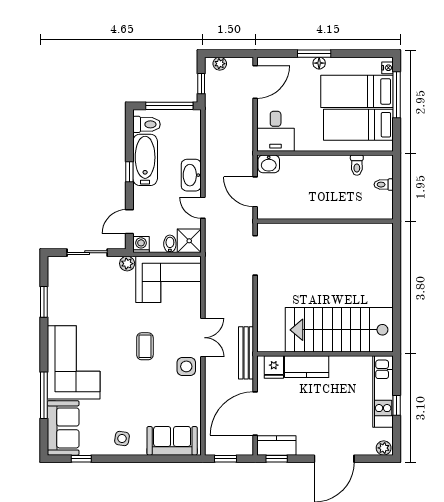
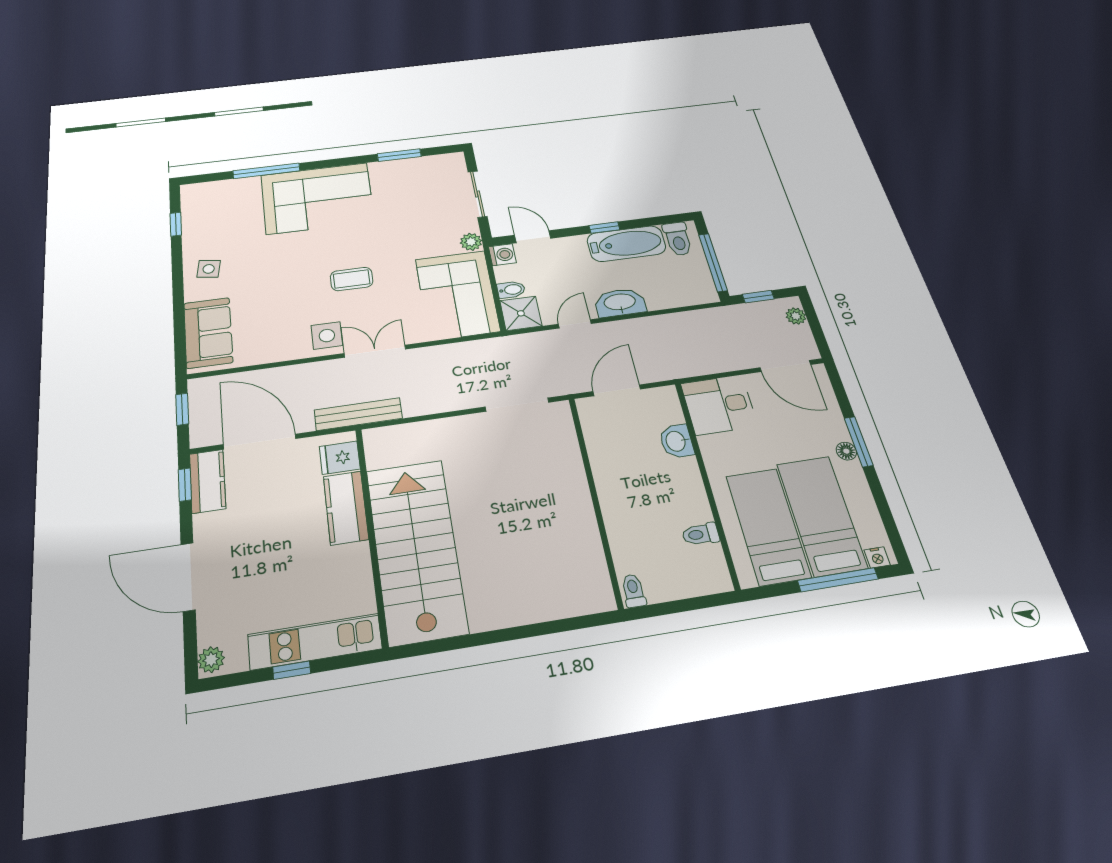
washbasin: (269, 164) -> (676, 441), moved
toilet: (384, 185) -> (633, 591), moved
double door: (203, 338) -> (375, 351), swing flipped
sofa: (63, 428) -> (221, 198), removed

